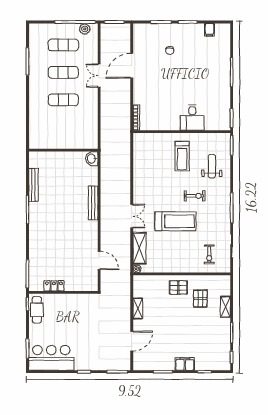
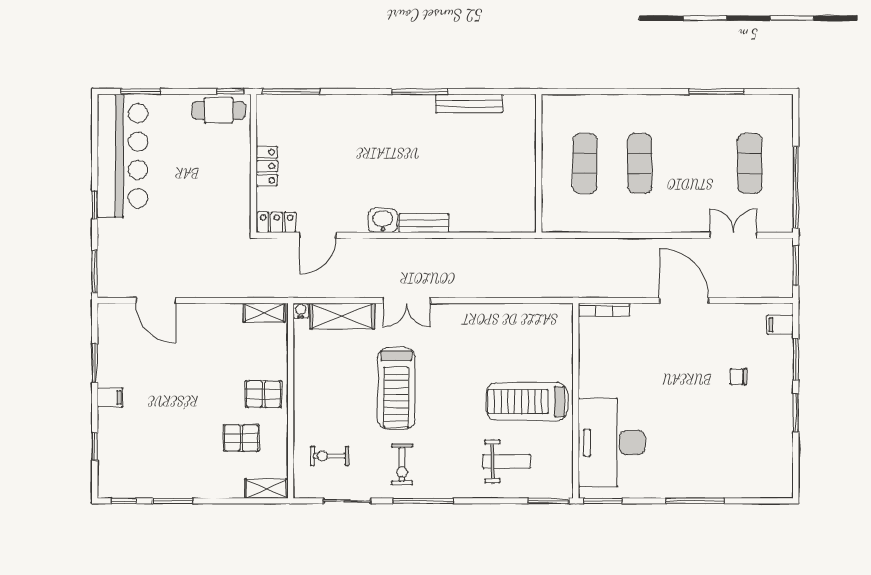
plant: (85, 29) -> (782, 206), removed
filing cabinet: (209, 30) -> (780, 325), moved
door: (132, 66) -> (684, 301), moved
exercise mat: (63, 72) -> (585, 163), moved
double door: (99, 76) -> (734, 235), moved
desk: (192, 118) -> (612, 443), width x1.87, depth x1.30
treadmill: (182, 156) -> (527, 402), width x1.37, depth x1.38
washbasin: (92, 159) -> (383, 220), moved
exercise bike: (195, 196) -> (402, 464), moved
bench: (93, 203) -> (424, 223), width x0.73
locker: (93, 281) -> (277, 222), added
locker: (54, 286) -> (267, 166), moved
pallet: (178, 288) -> (263, 394), turned 90
shelving: (225, 307) -> (266, 489), moved
shelving: (138, 308) -> (264, 313), moved
bar counter: (51, 358) -> (122, 156), width x1.36
filing cabinet: (185, 364) -> (110, 397), width x0.50

